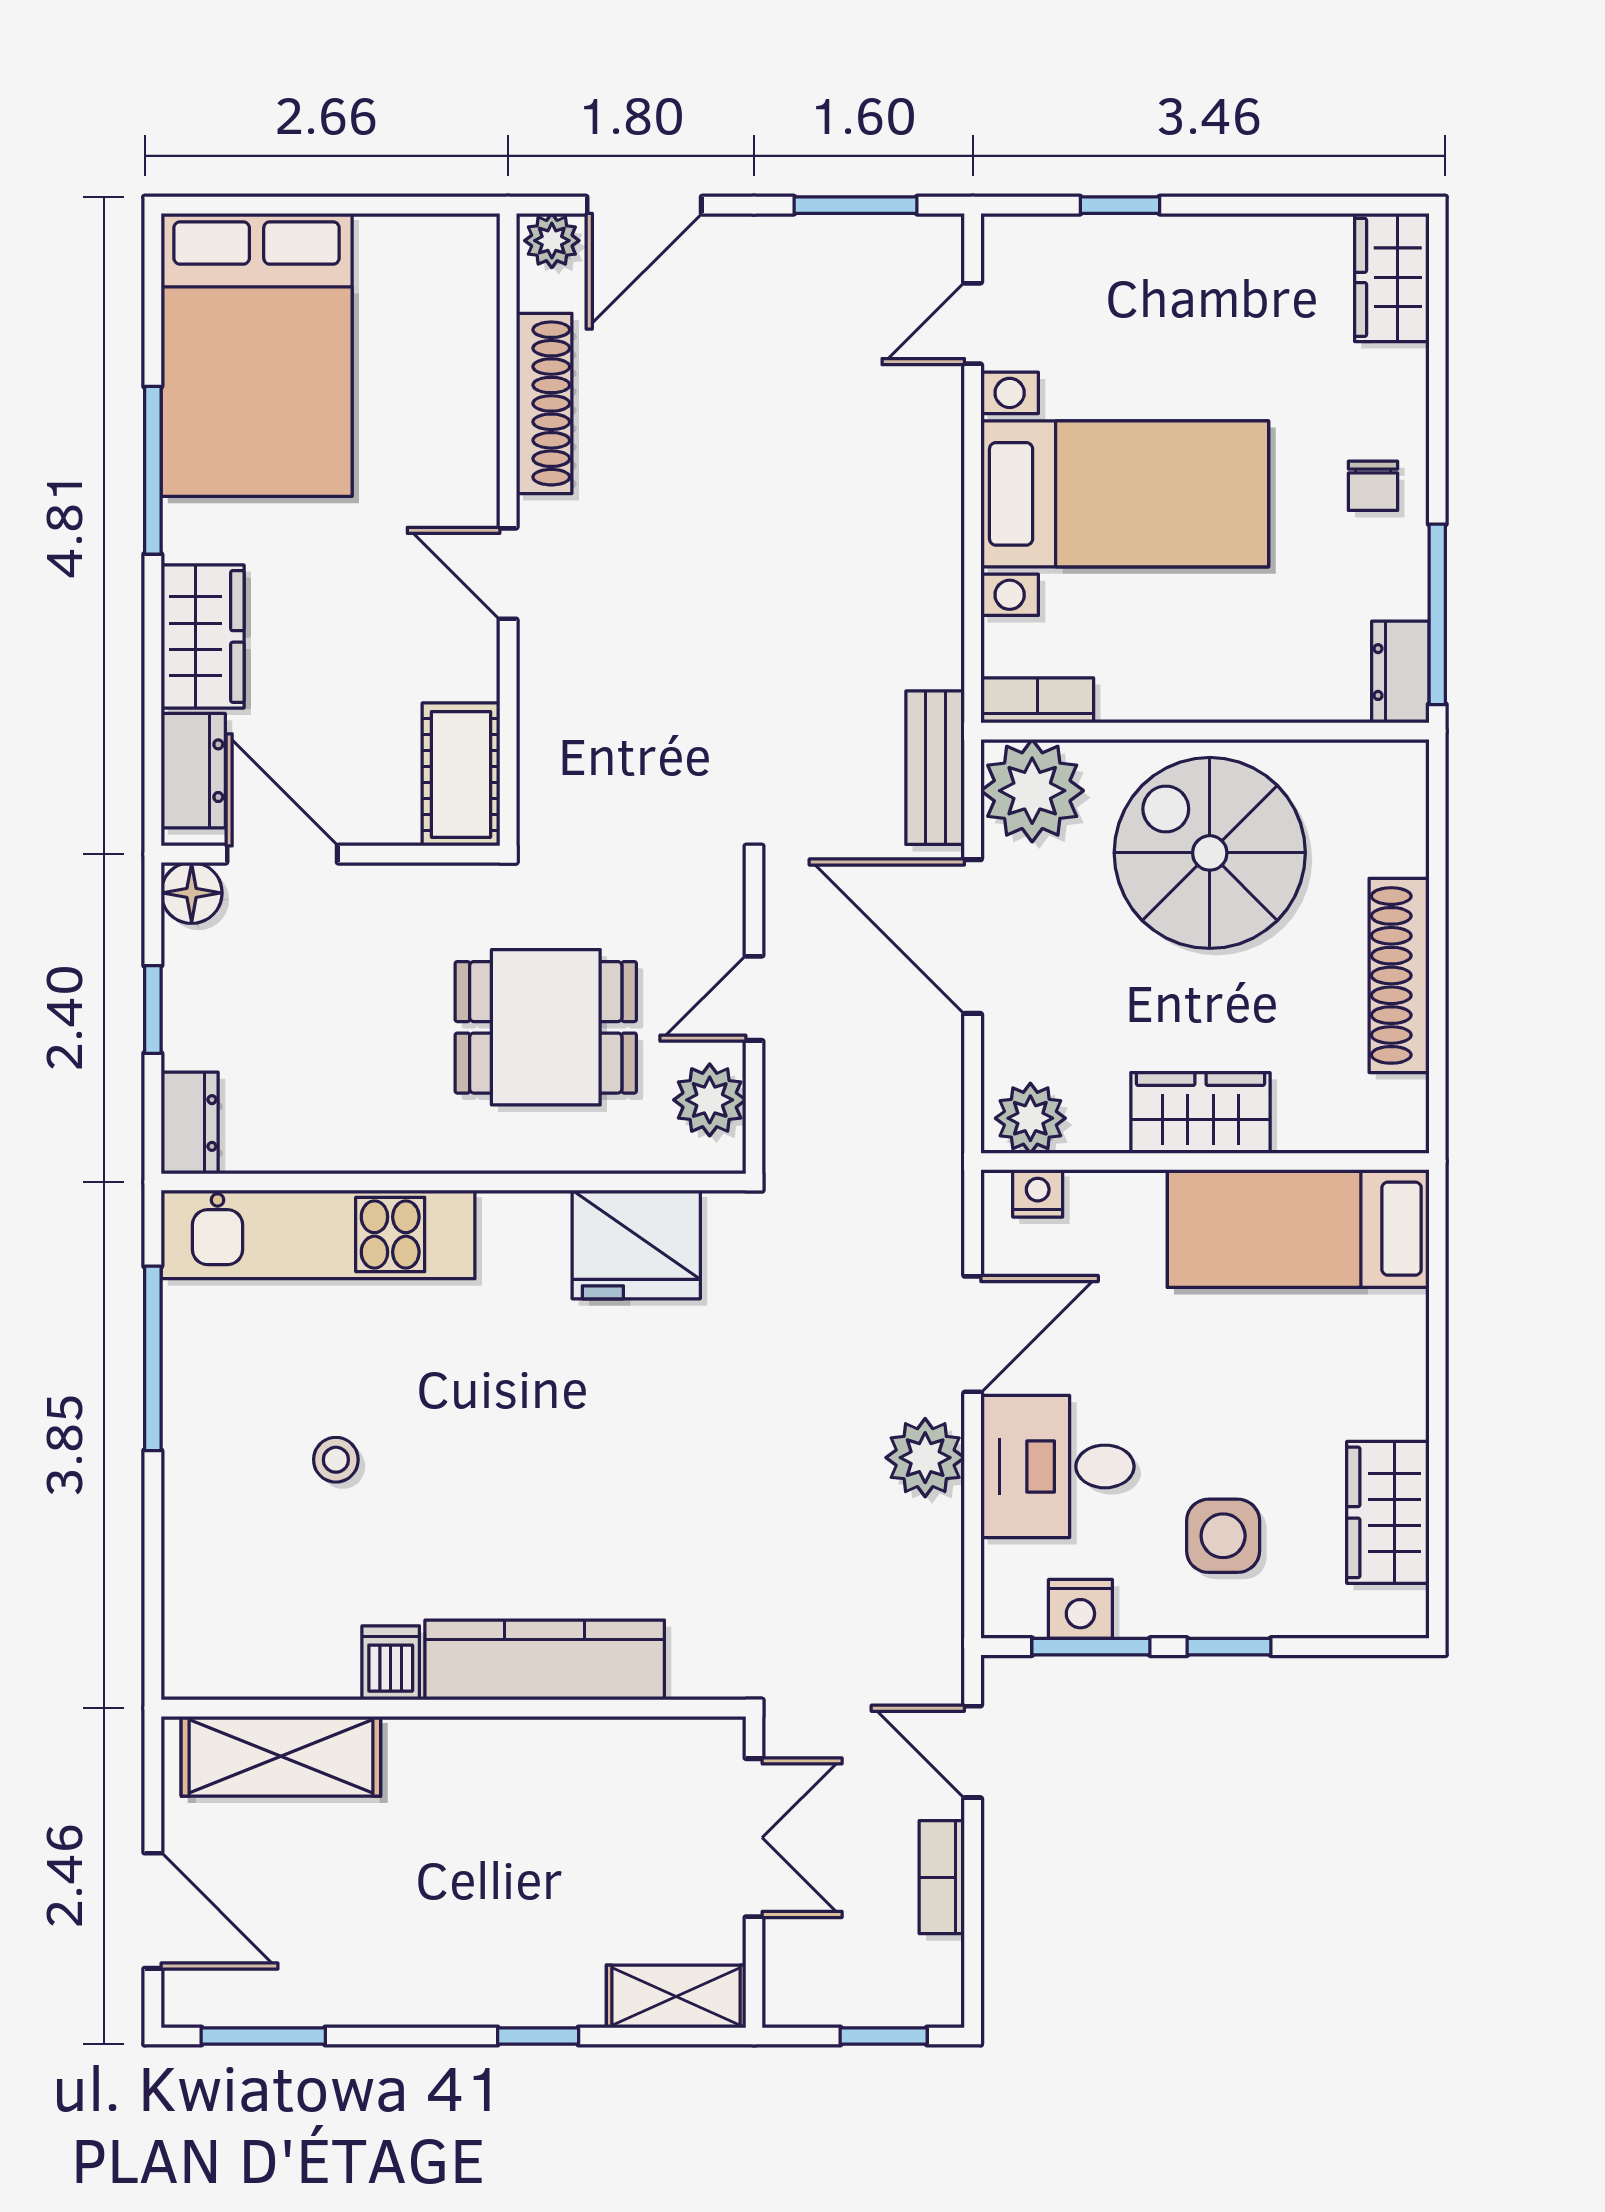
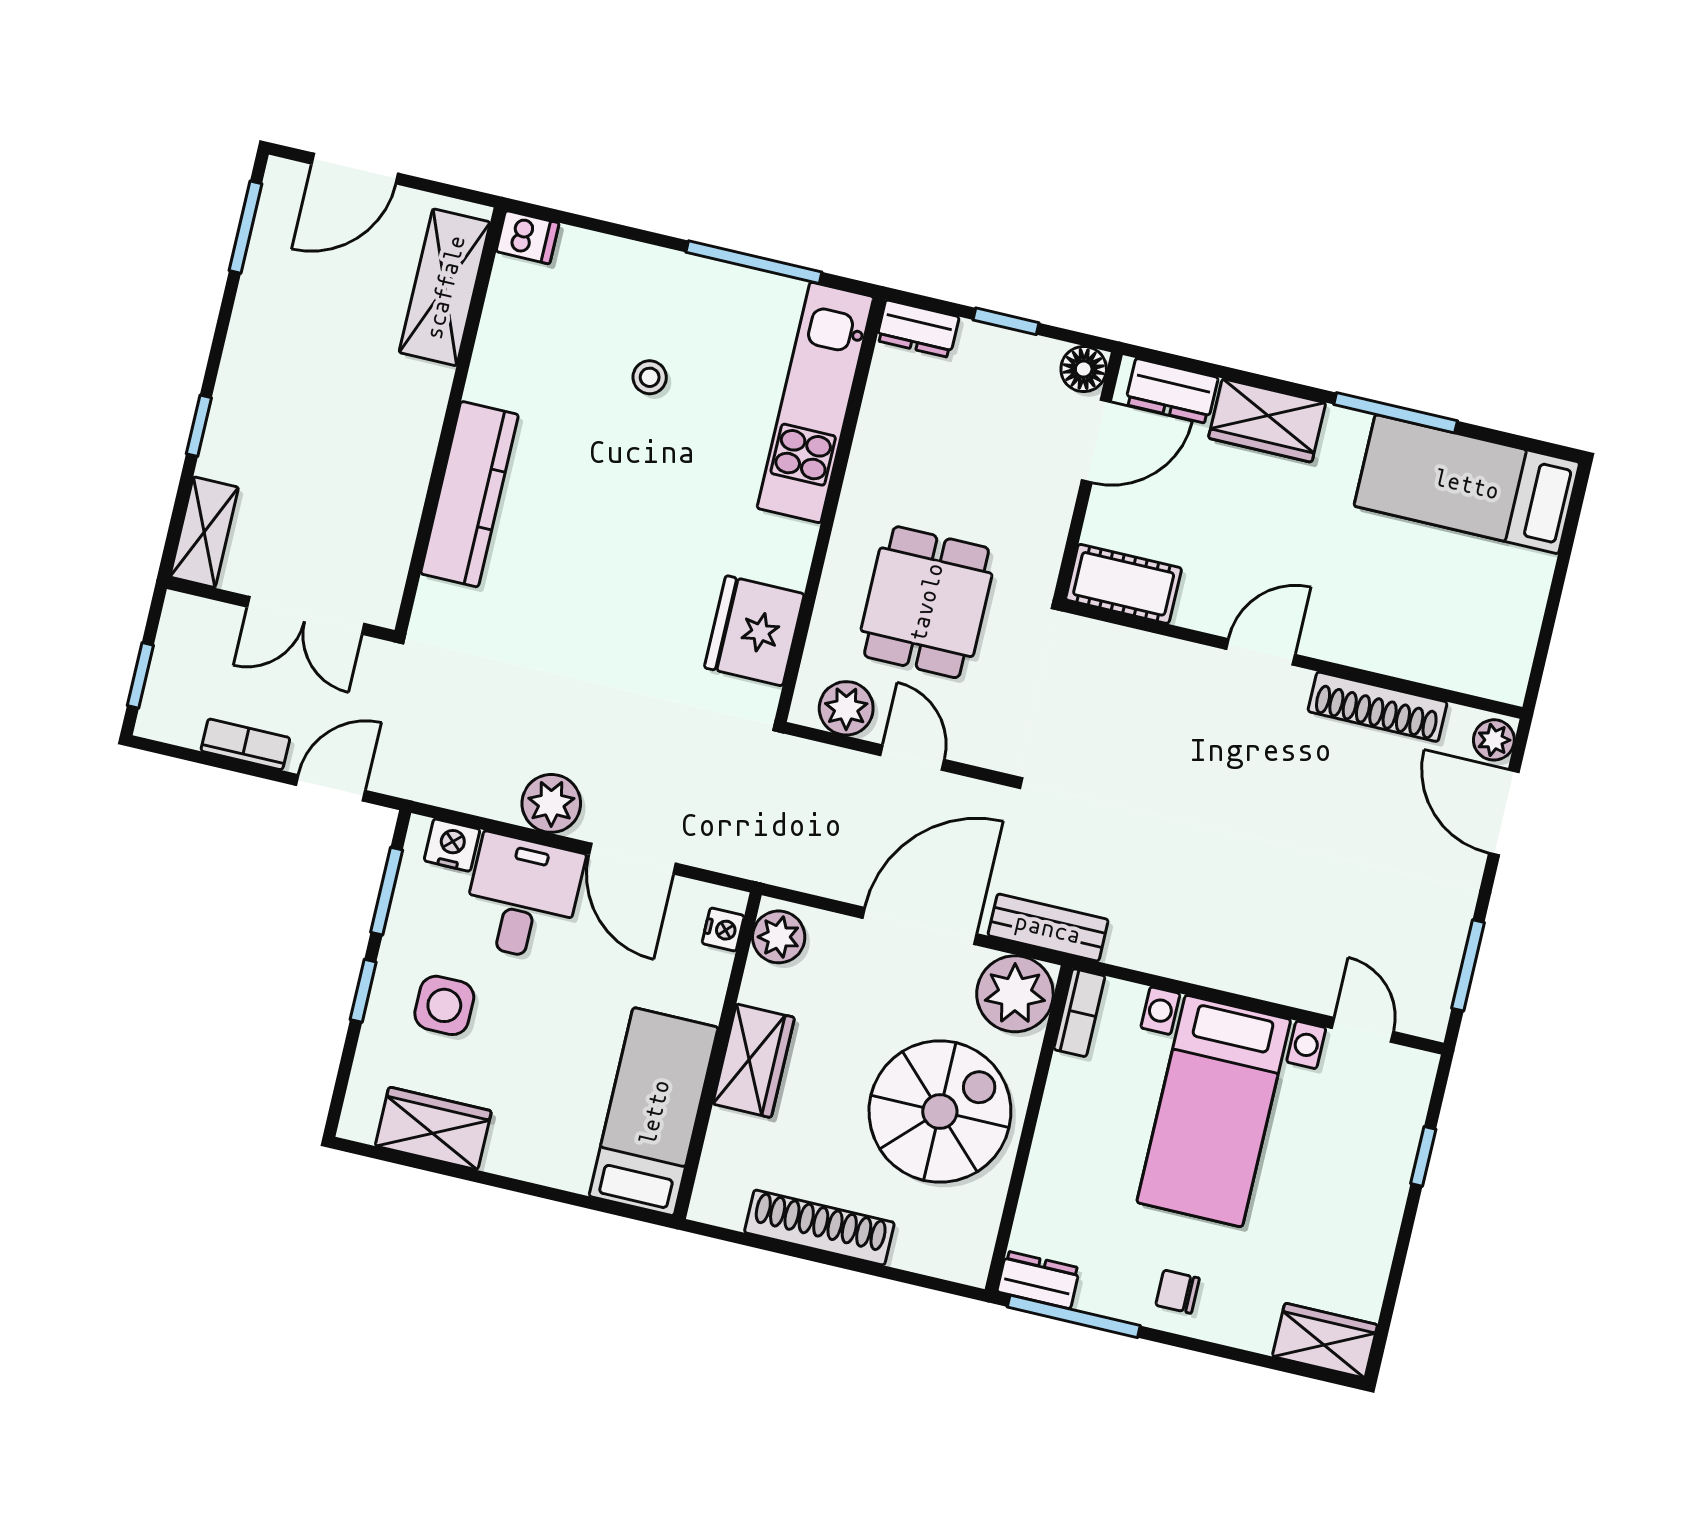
bed: (257, 355) -> (1467, 484), width x0.67
nightstand: (1080, 1609) -> (452, 845), moved, turned 90
dishwasher: (391, 1663) -> (528, 237), moved

